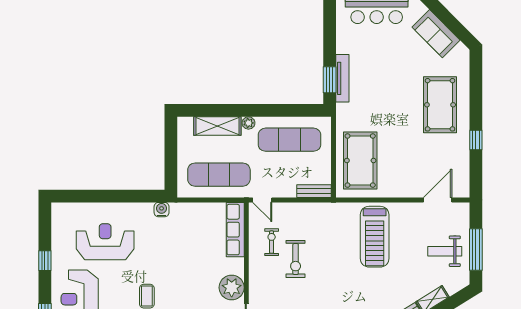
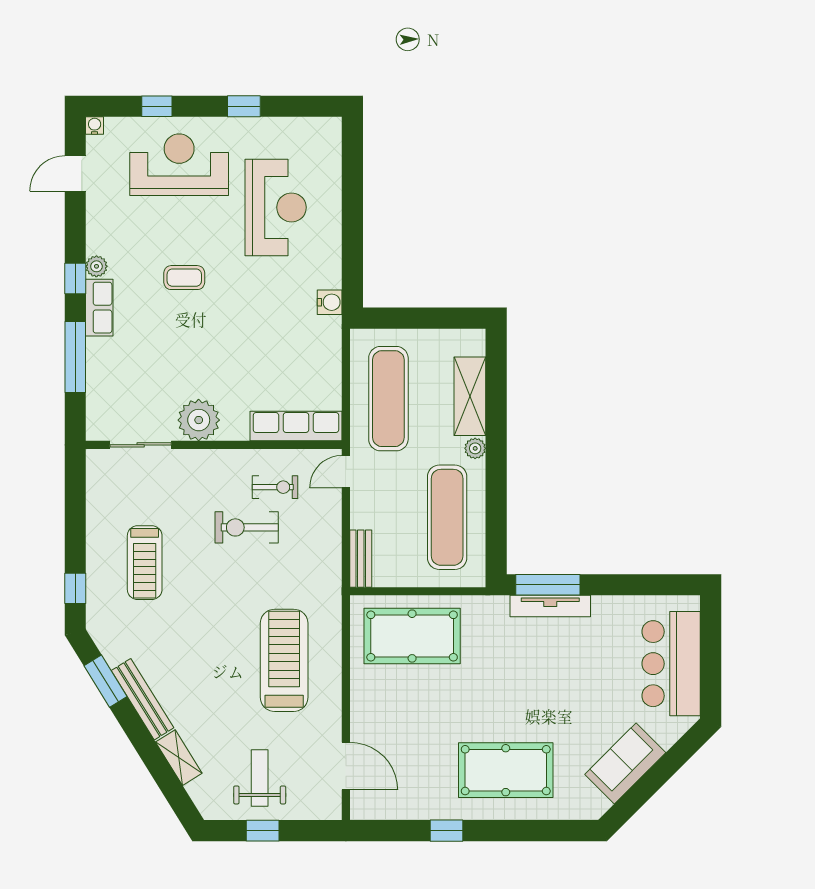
window: (330, 80) -> (548, 585), width x1.44
treadmill: (375, 237) -> (284, 660), turned 90
window: (476, 250) -> (263, 831), width x0.46

